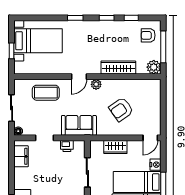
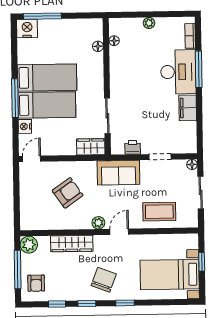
armchair: (148, 35) -> (36, 283), turned 90
chair: (92, 37) -> (104, 280), added
wardrobe: (115, 147) -> (91, 147), moved
filing cabinet: (21, 156) -> (188, 108), moved

